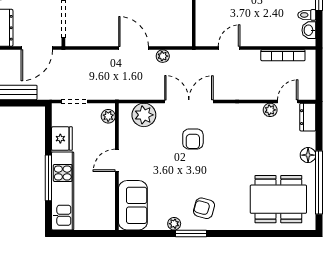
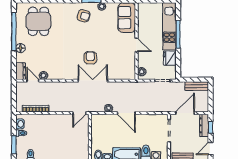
door: (229, 48) -> (79, 113), moved
double door: (189, 101) -> (93, 81), swing flipped
door: (288, 101) -> (33, 81), swing flipped
plant: (144, 115) -> (120, 72), removed
door: (117, 160) -> (137, 45), hinge flipped
dining table: (278, 199) -> (38, 21), width x0.73

